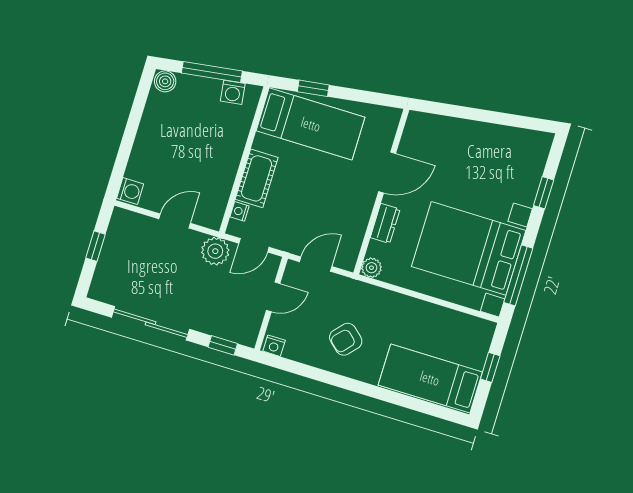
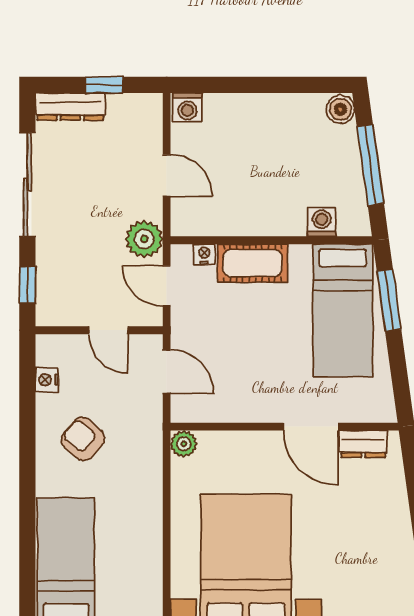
window: (313, 88) -> (389, 300), width x1.50
washing machine: (233, 92) -> (322, 222), moved, turned 98
dresser: (385, 223) -> (363, 444), moved
dresser: (104, 275) -> (70, 107), added
nightstand: (274, 346) -> (47, 380), moved

